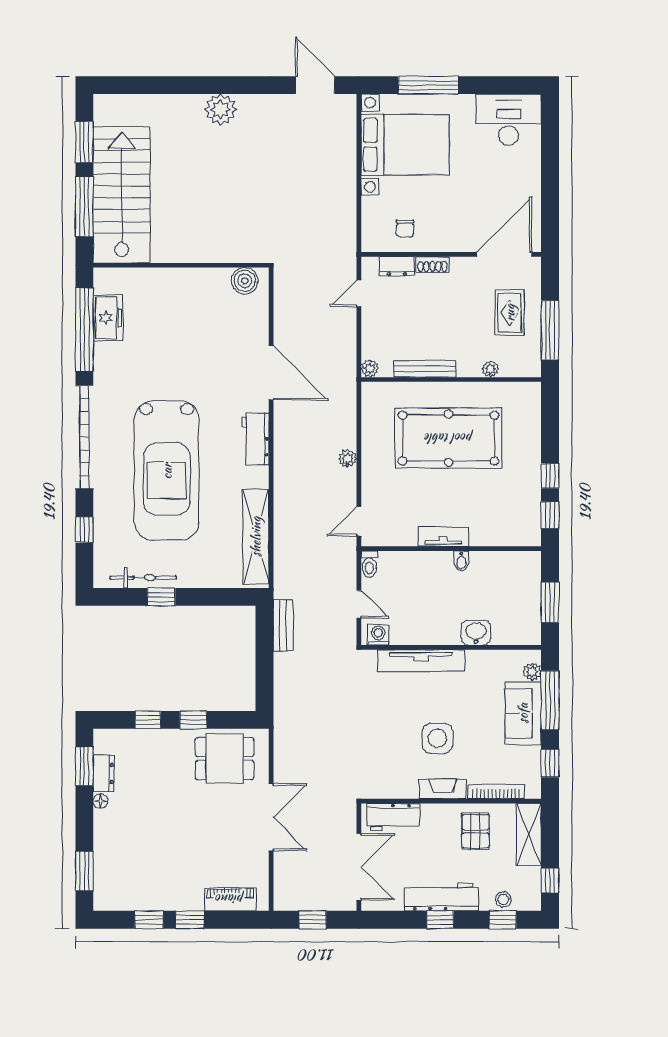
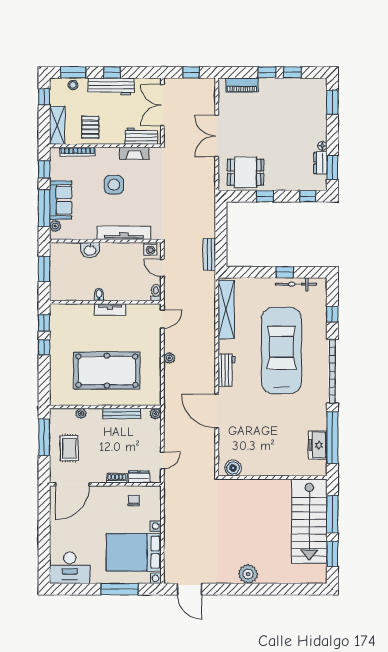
window: (148, 720) -> (308, 196), moved
fireplace: (443, 789) -> (134, 153), moved
window: (503, 920) -> (73, 72), width x1.50

